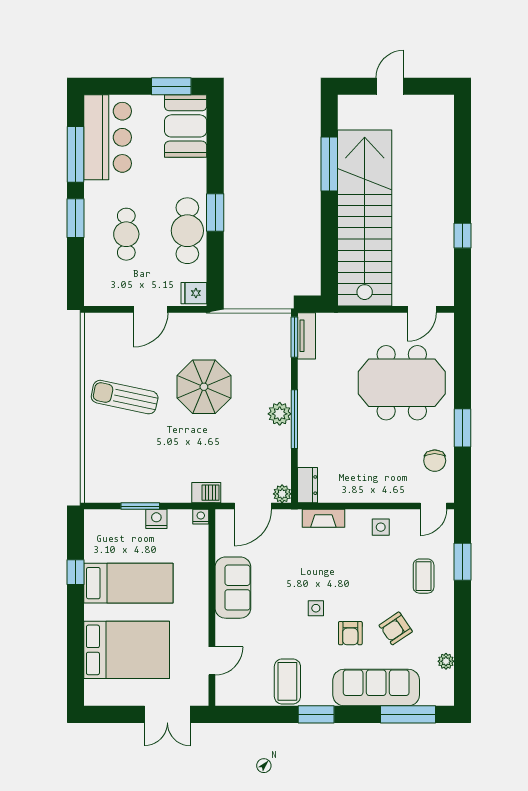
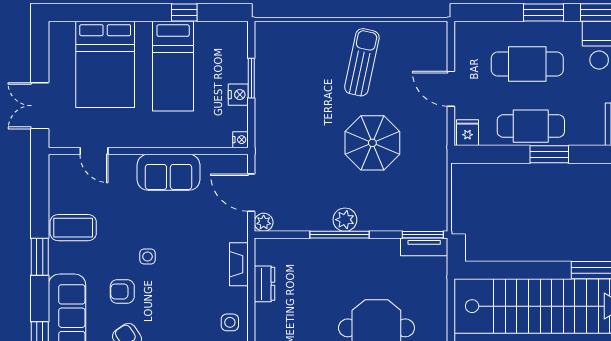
cafe table: (126, 234) -> (527, 64), width x1.37, depth x1.35
dresser: (308, 485) -> (265, 284), moved, turned -90
barbecue: (206, 493) -> (265, 145), removed

